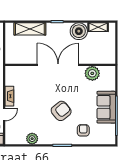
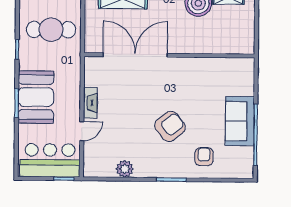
double door: (58, 65) -> (135, 55), moved
plant: (92, 73) -> (219, 69), removed

